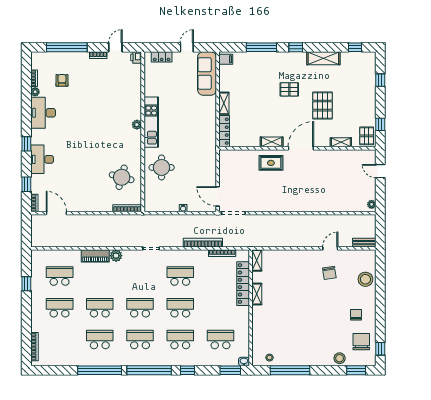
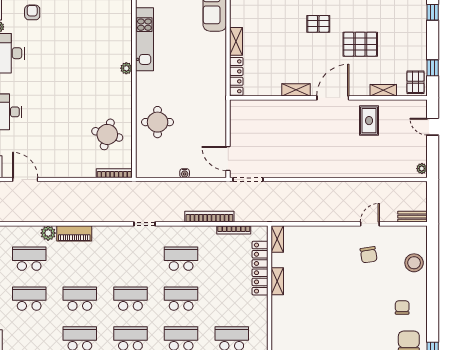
pallet: (323, 106) -> (360, 44), turned 90
kitchen unit: (151, 122) -> (144, 39), moved
rug: (271, 163) -> (369, 121), moved, turned 90
plant: (116, 256) -> (48, 233), moved

